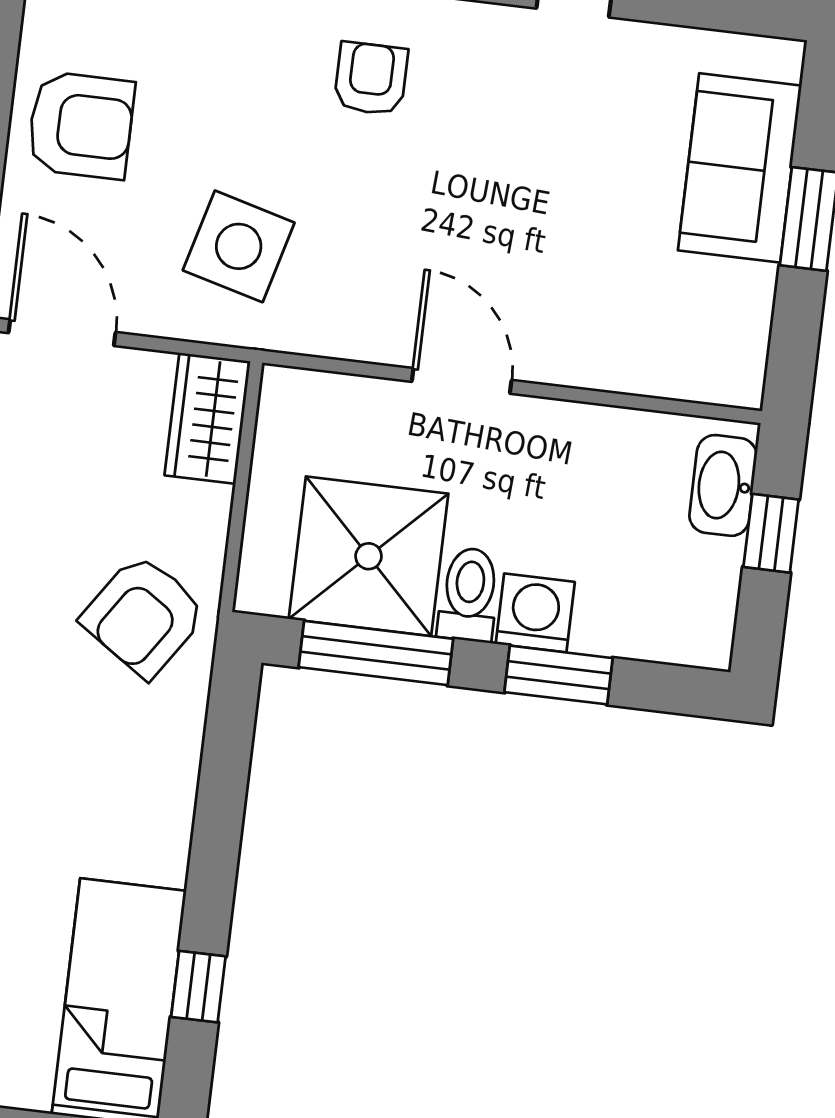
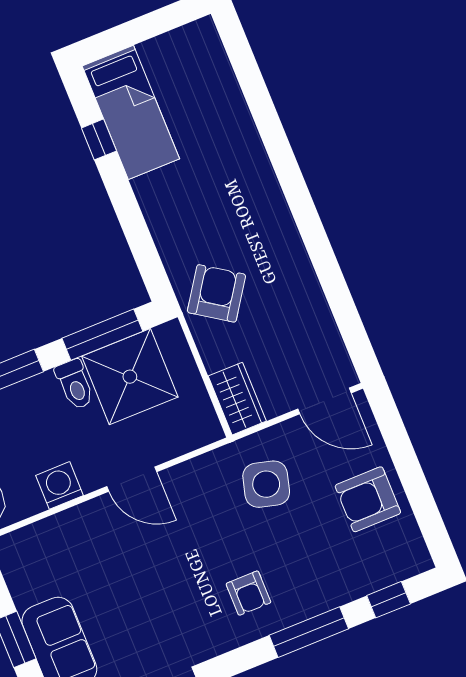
washing machine: (535, 613) -> (60, 485), moved, turned 180

